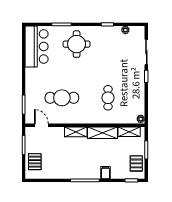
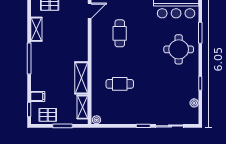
cafe table: (62, 98) -> (120, 33), width x0.73, depth x0.74
shelving: (76, 132) -> (36, 29), moved
filing cabinet: (105, 173) -> (38, 96), moved

